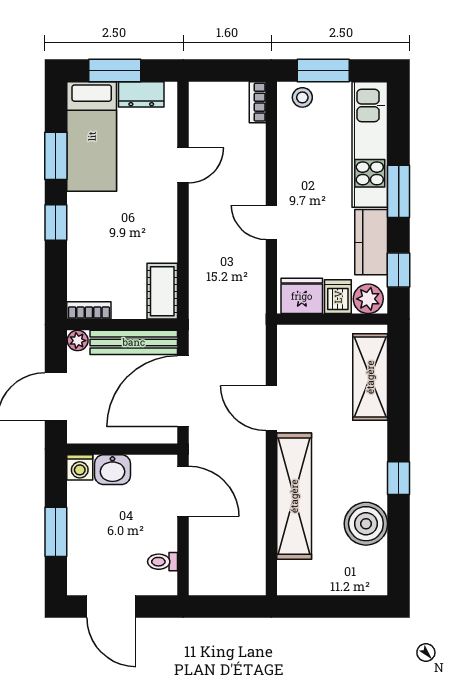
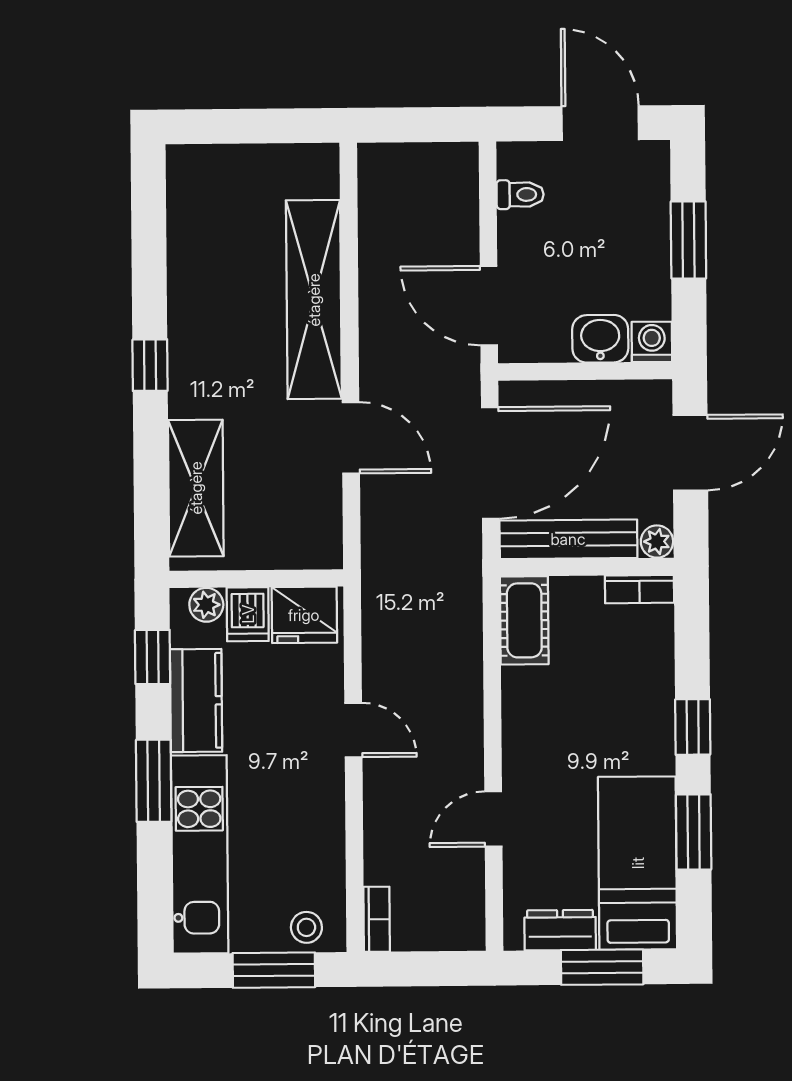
plant: (368, 299) -> (206, 605), width x0.73, depth x0.73
window: (399, 478) -> (150, 365), moved
boiler: (366, 524) -> (200, 257), removed

